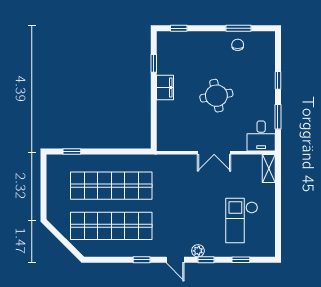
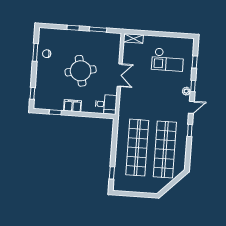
round table: (216, 96) -> (81, 71), width x1.36, depth x1.36
desk: (261, 136) -> (106, 104), moved

